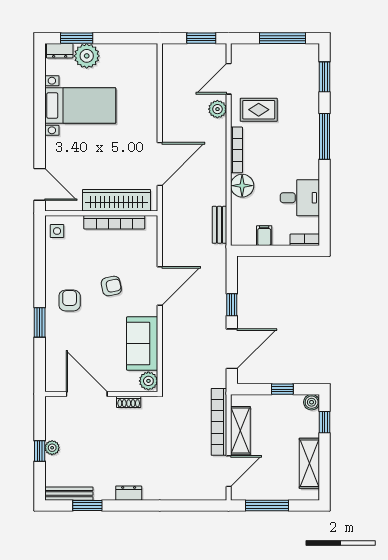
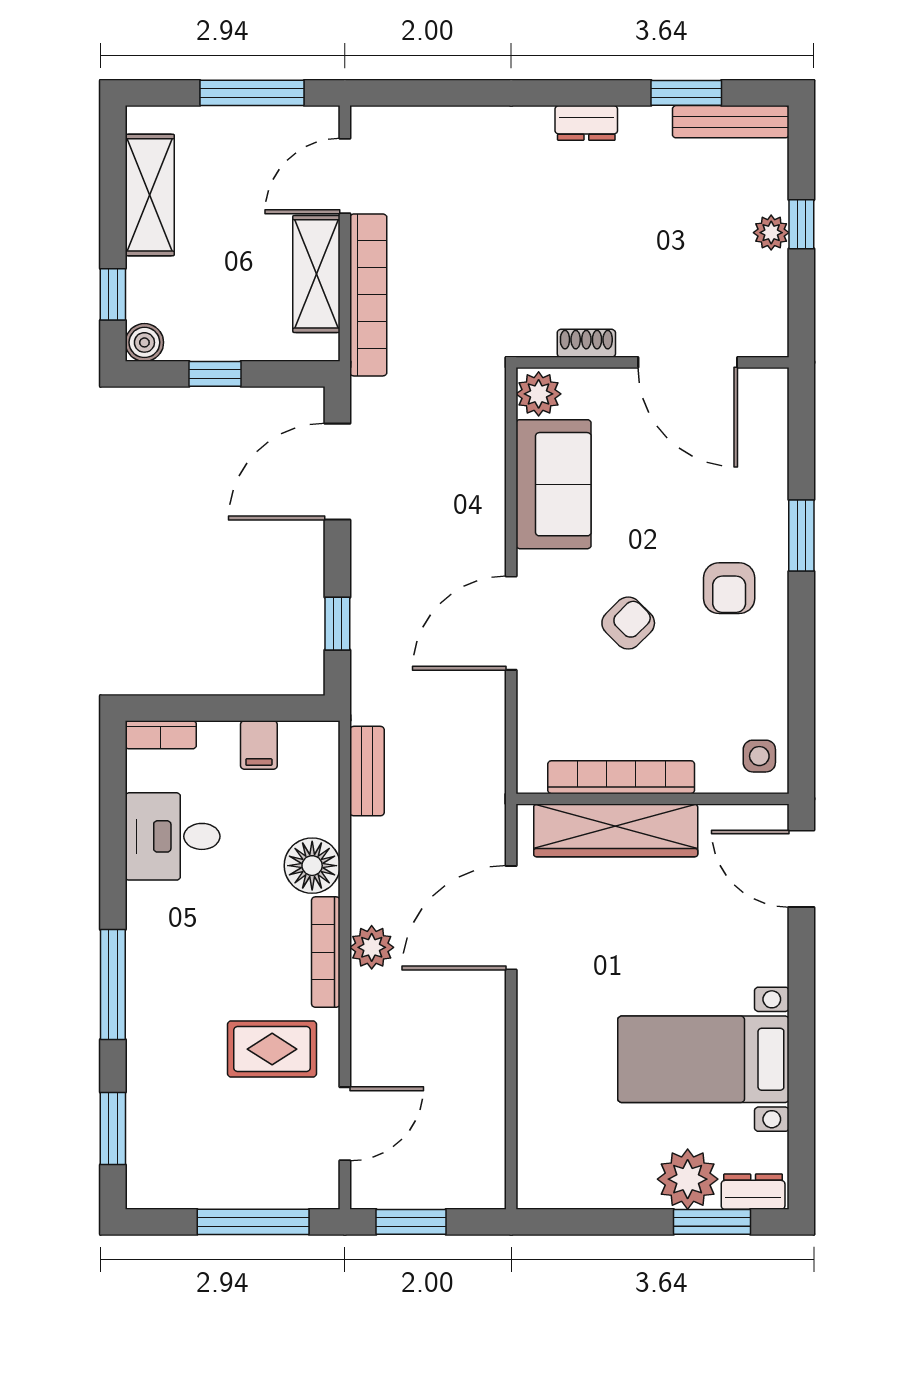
window: (283, 38) -> (253, 1222), moved
plant: (217, 109) -> (372, 947), moved
armchair: (111, 286) -> (628, 623), turned 146
window: (232, 305) -> (337, 624), moved

